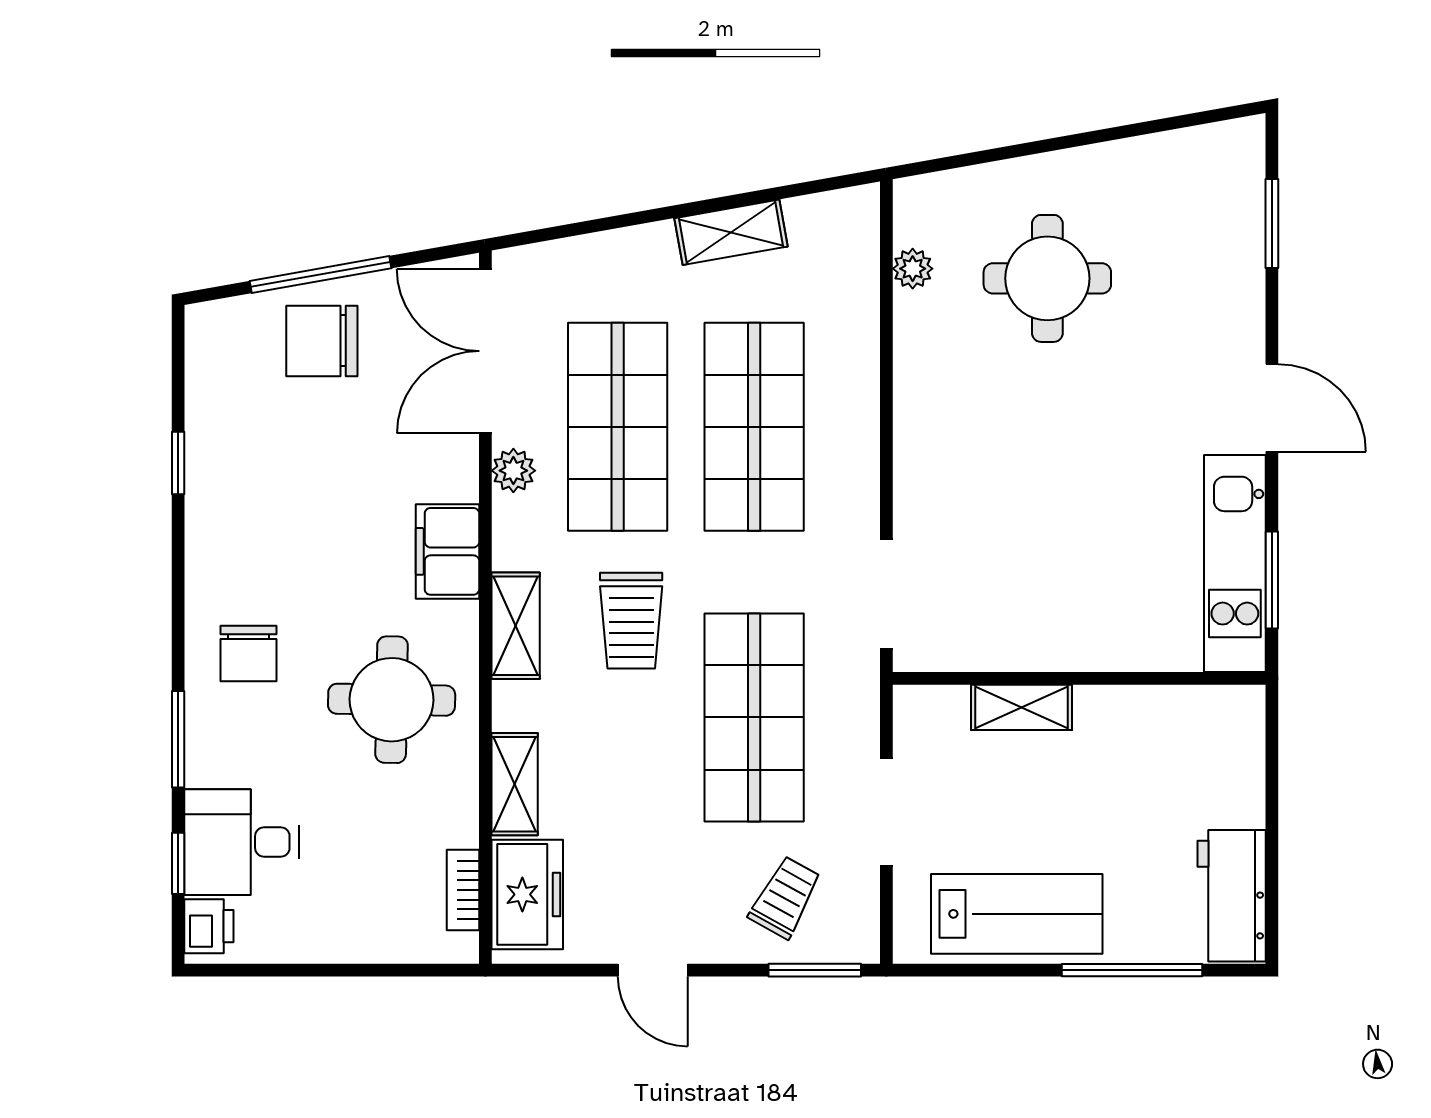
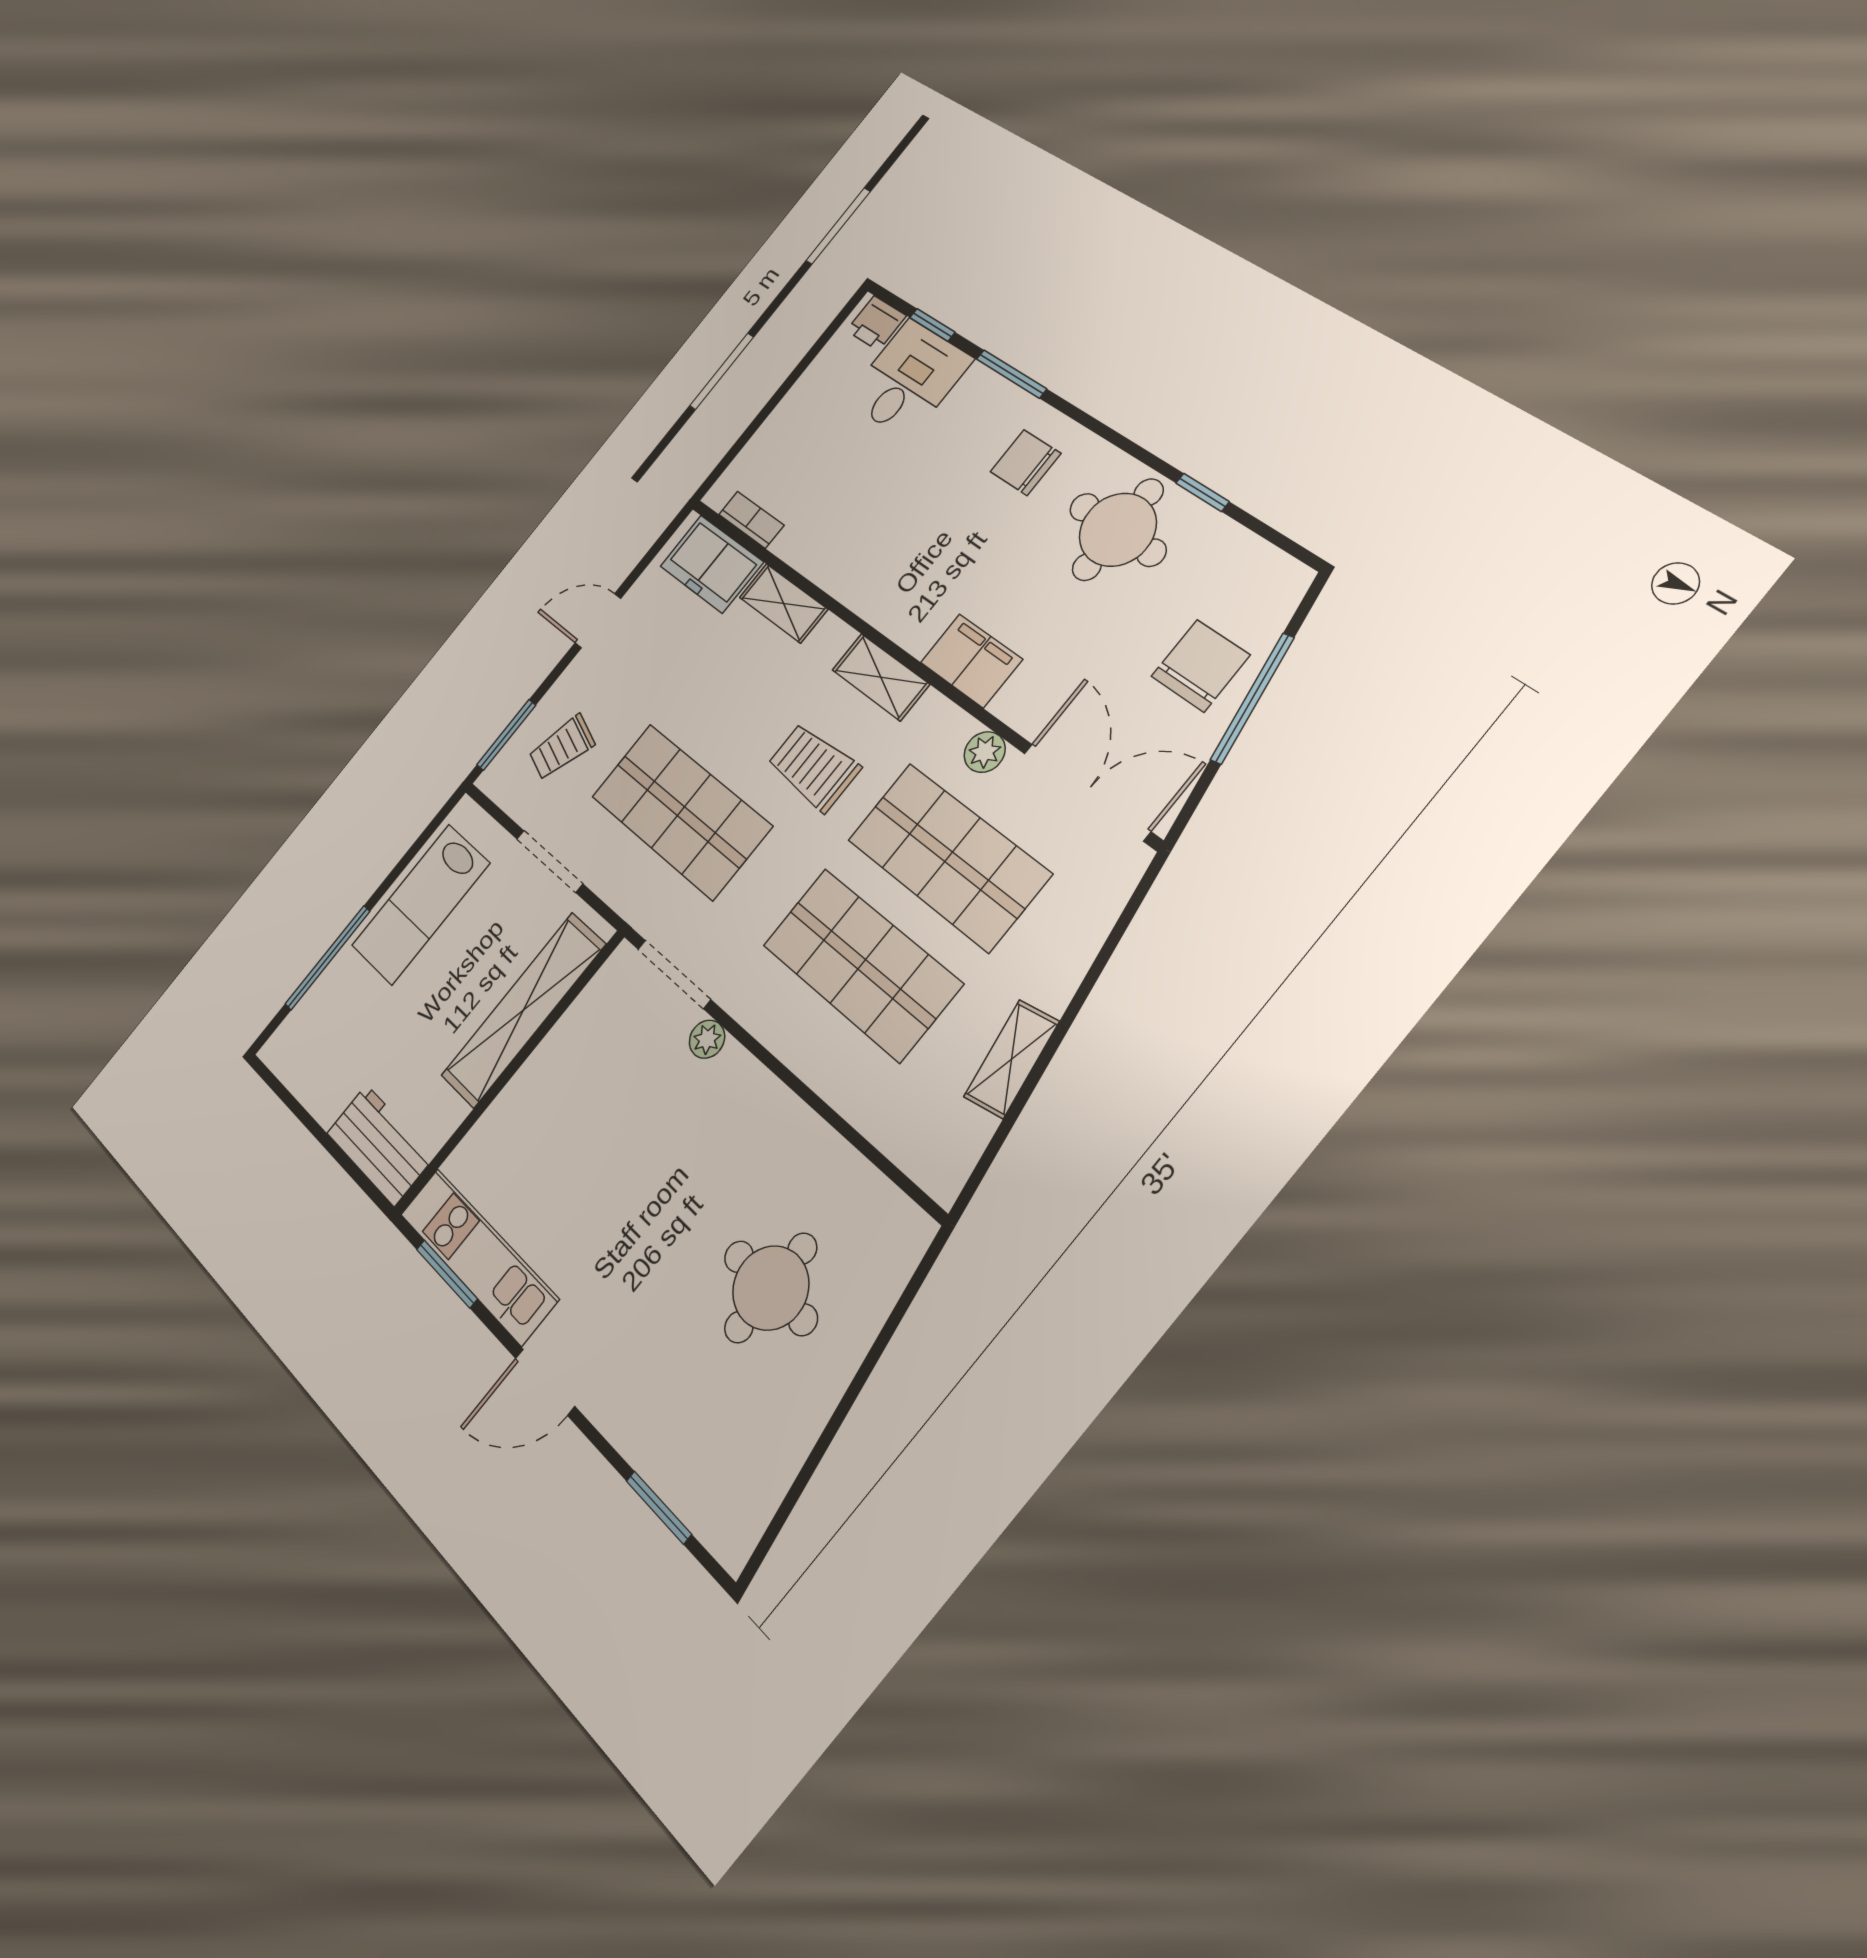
plant: (913, 269) -> (707, 1039), moved
round table: (392, 700) -> (1118, 530), moved
shelving: (1021, 707) -> (523, 1010), width x2.20, depth x1.33
workbench: (1232, 896) -> (380, 1145), moved
trolley: (785, 897) -> (562, 747), turned 80

